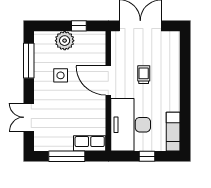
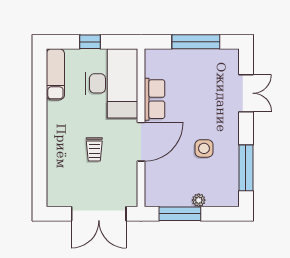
window: (79, 26) -> (180, 214), width x2.17
plant: (65, 41) -> (199, 200), width x0.53, depth x0.53
door: (108, 80) -> (141, 142), hinge flipped
row of seats: (90, 143) -> (155, 99), moved, turned -90

